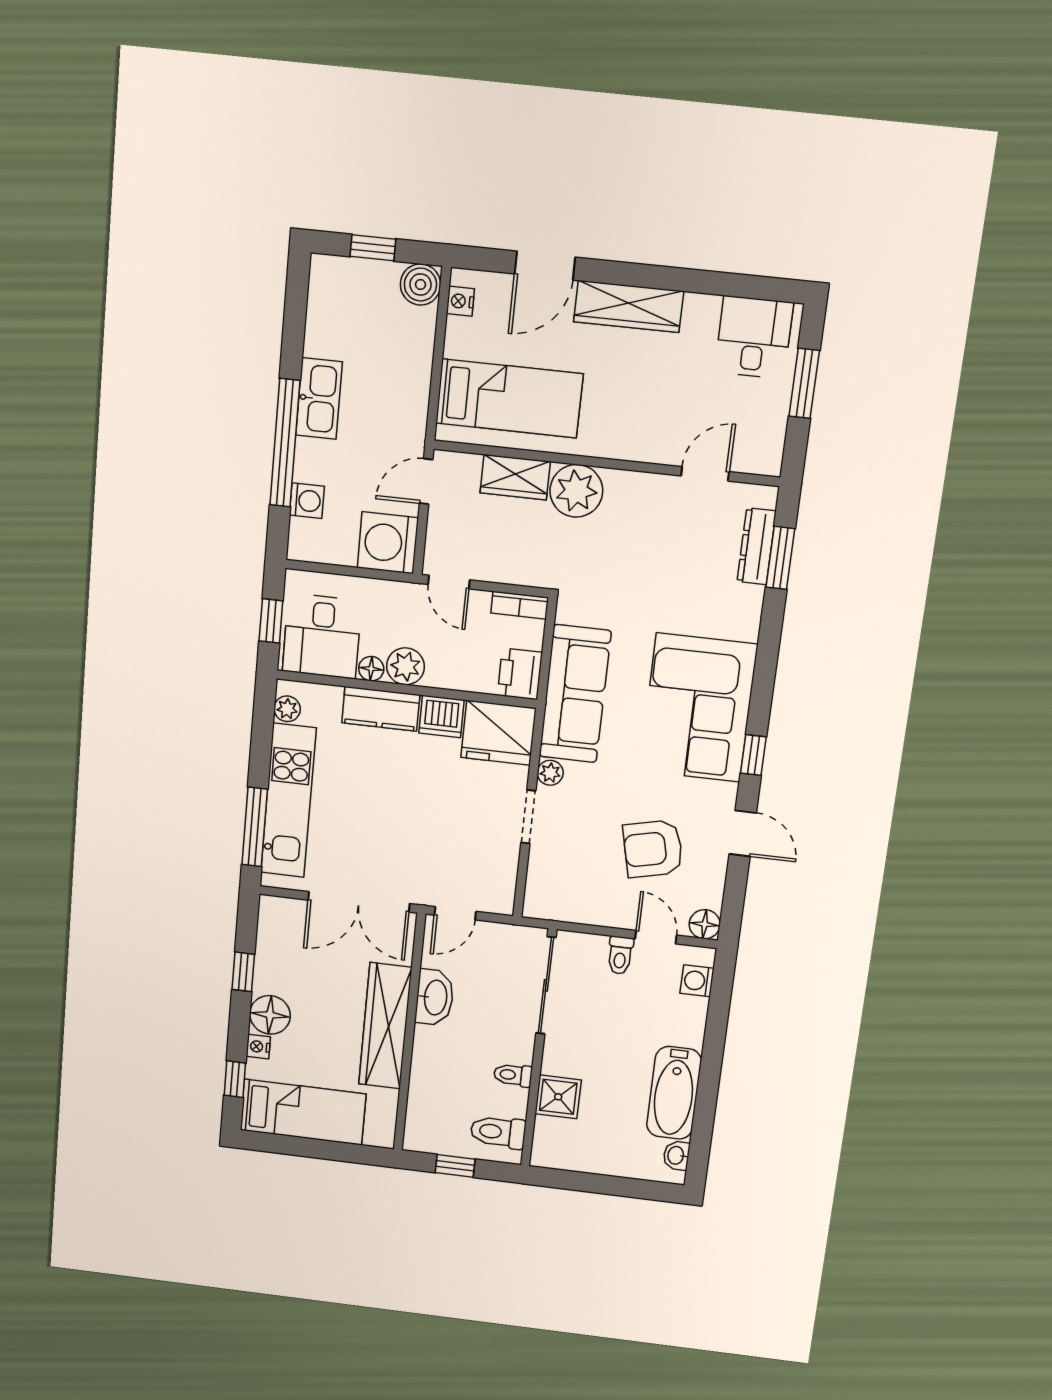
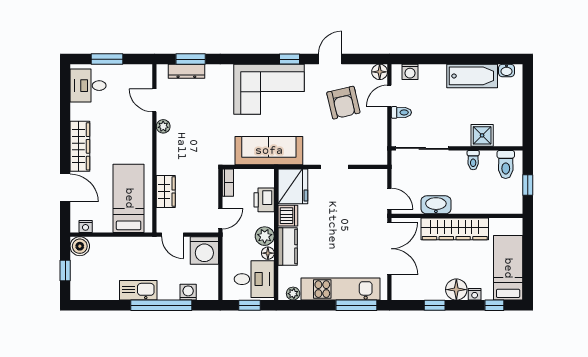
plant: (576, 491) -> (163, 126), moved, width x0.53, depth x0.53
printer: (520, 674) -> (264, 200), moved, turned 90
plant: (550, 773) -> (310, 158), removed

